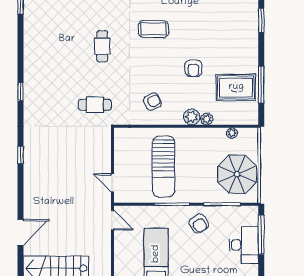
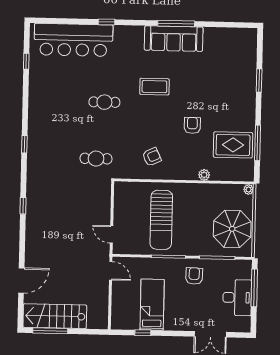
cafe table: (102, 46) -> (104, 102), turned 90
armchair: (193, 68) -> (192, 125), turned 180
plant: (192, 117) -> (190, 172), removed
plant: (232, 133) -> (249, 189), moved
armchair: (199, 224) -> (194, 276), turned -147

